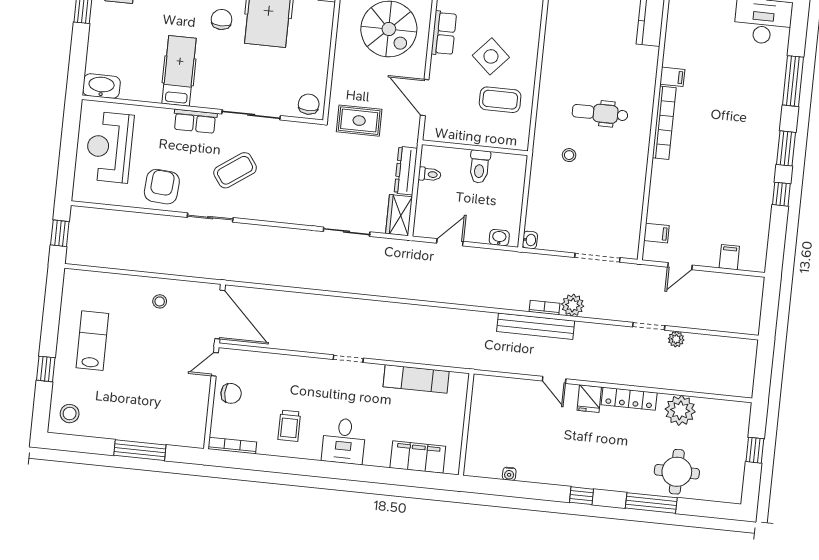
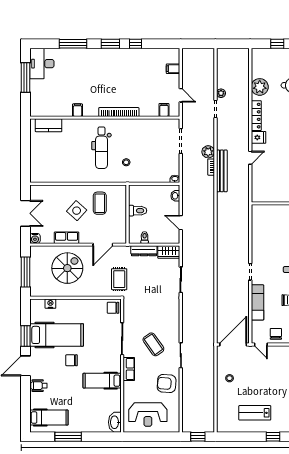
dental chair: (600, 113) -> (101, 148), width x1.36, depth x1.38
bookcase: (664, 123) -> (119, 112), moved
exam couch: (416, 379) -> (257, 302), moved

